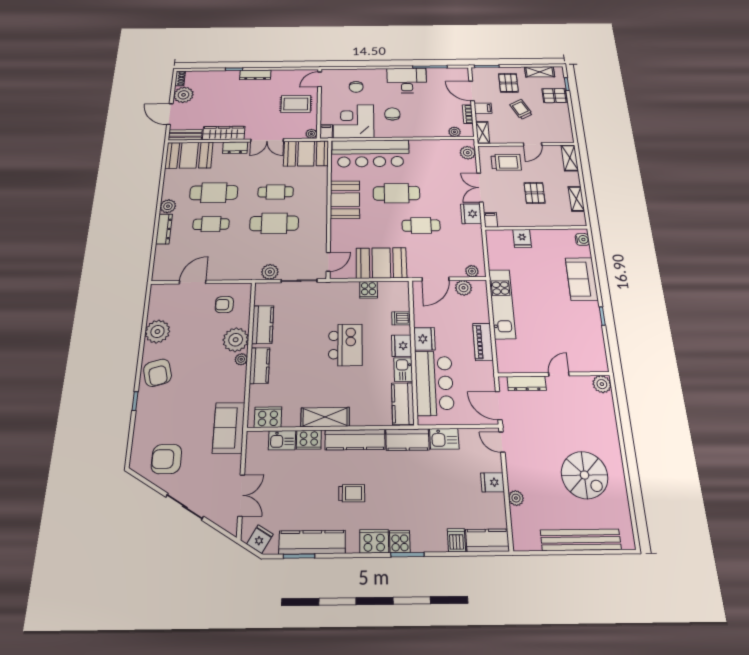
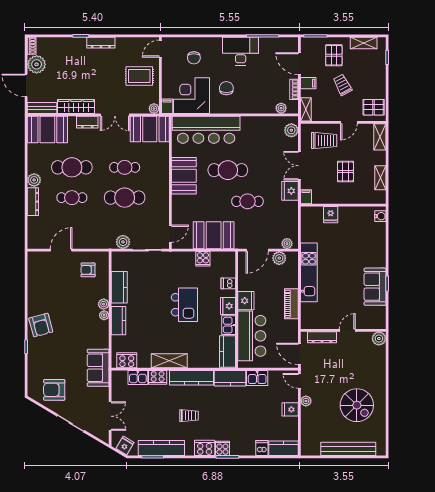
pallet: (554, 96) -> (374, 107), moved
sofa: (582, 279) -> (375, 287), moved
plant: (157, 332) -> (37, 292), removed
plant: (236, 340) -> (104, 304), width x0.53, depth x0.53
plant: (516, 498) -> (306, 401), moved

